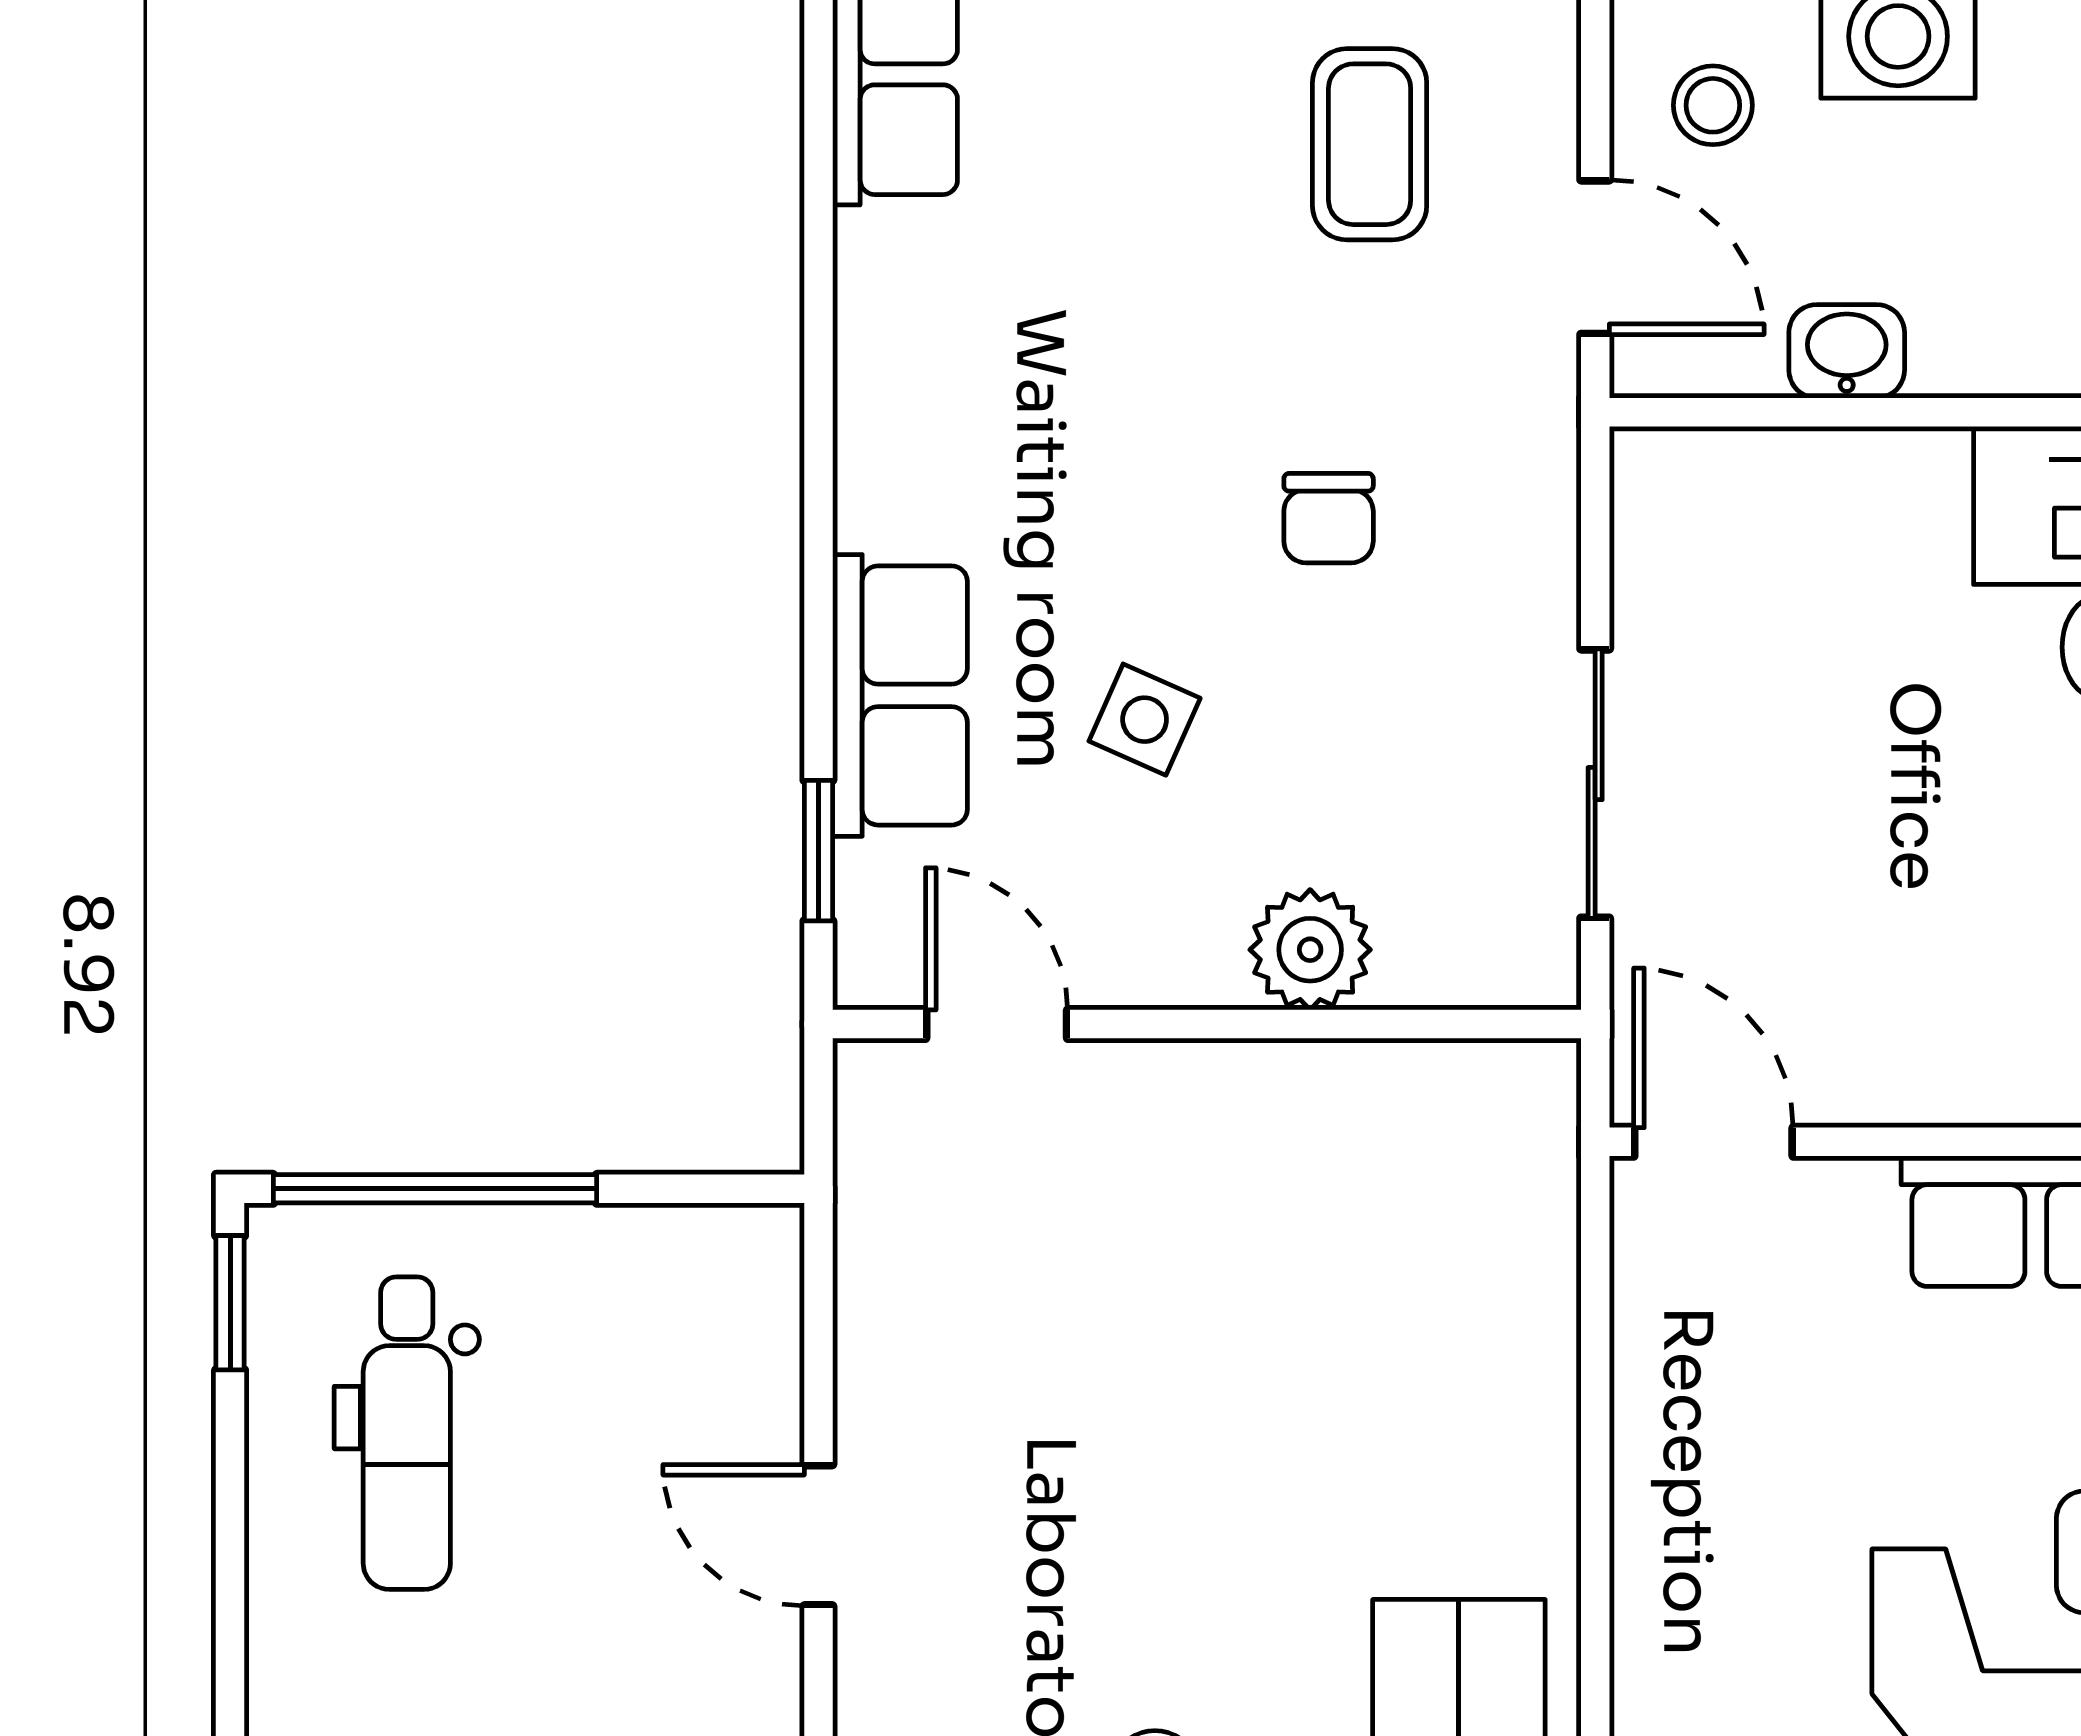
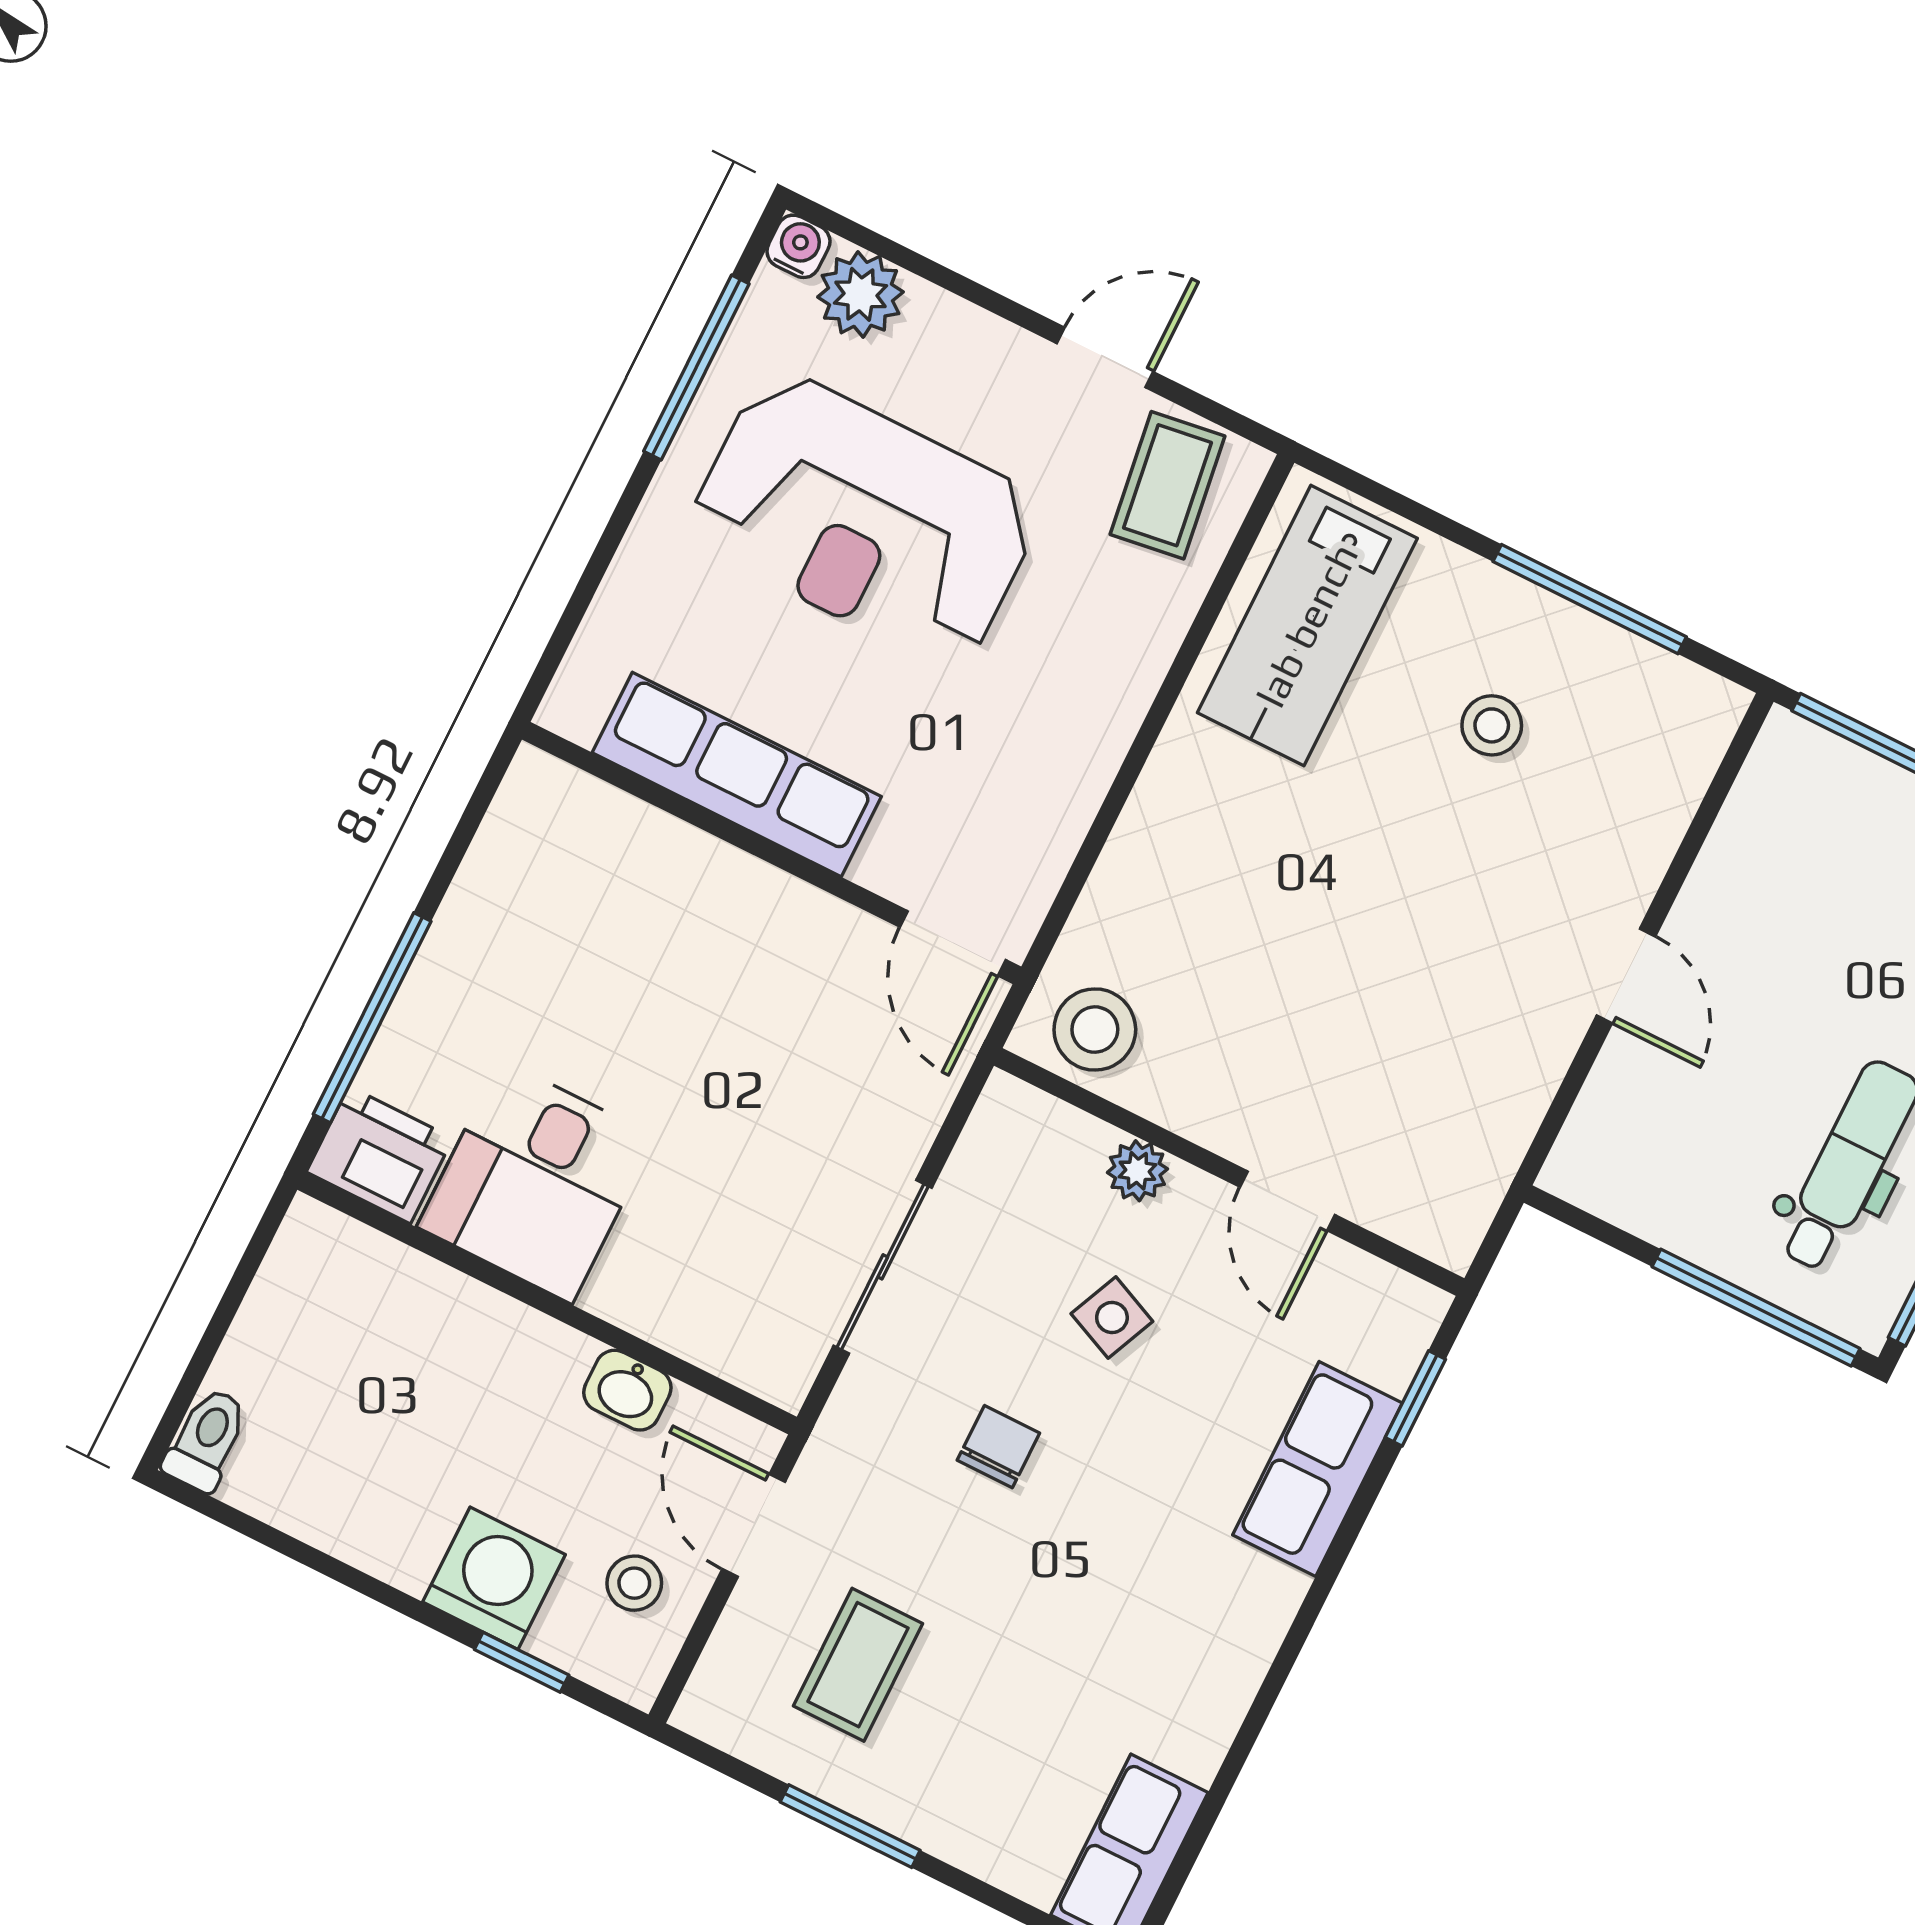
side table: (1145, 720) -> (1112, 1317), moved
sliding door: (1595, 784) -> (883, 1267), moved
plant: (1310, 950) -> (1137, 1171), width x0.73, depth x0.73
door: (997, 1024) -> (1287, 1201), moved
stool: (1473, 1122) -> (1095, 1030), added

